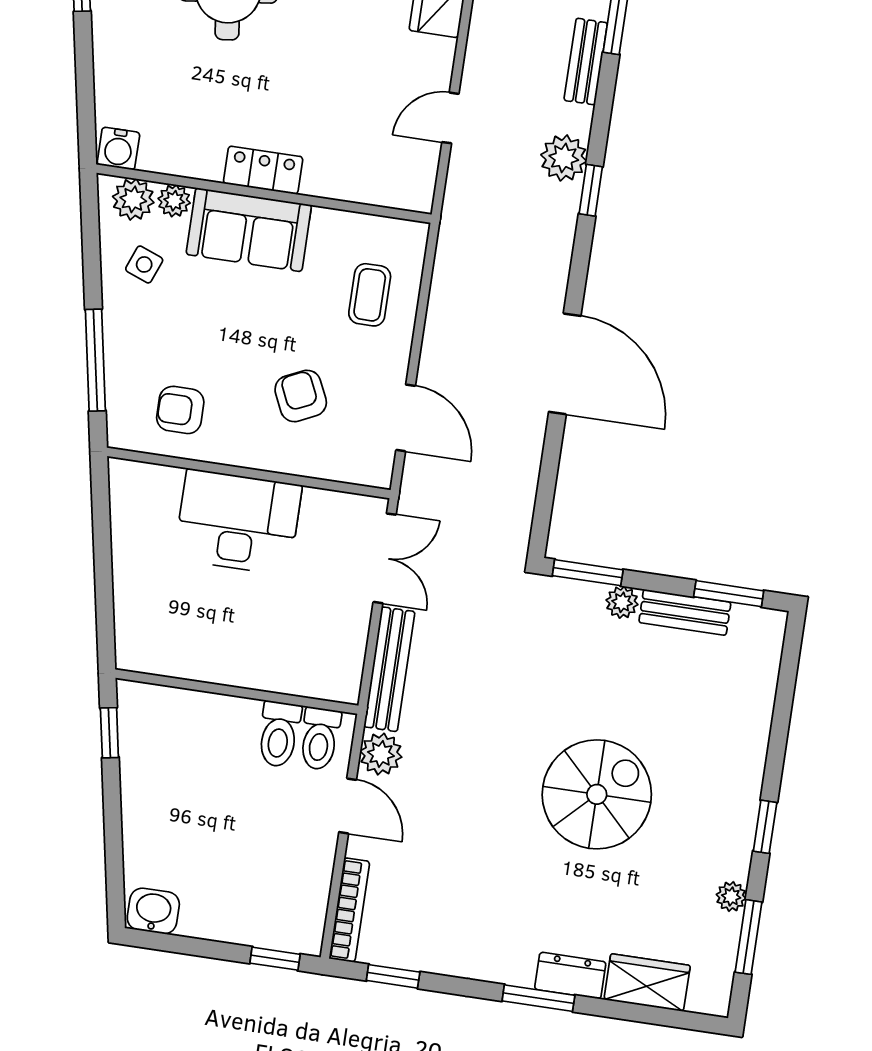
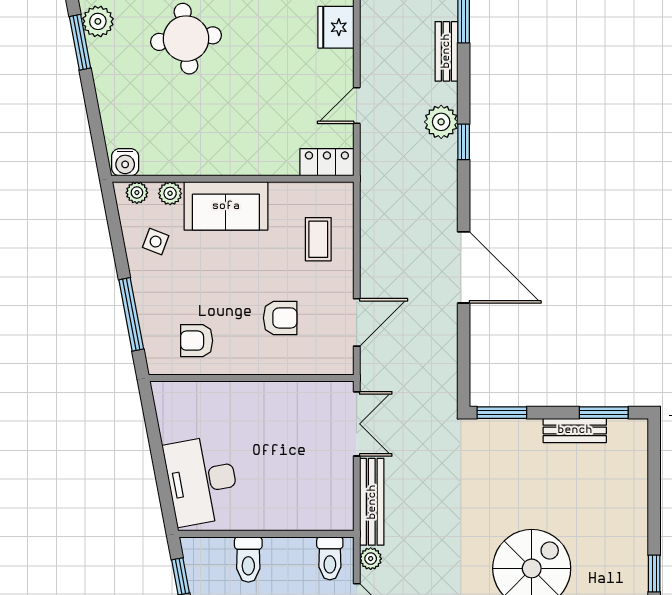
locker: (263, 170) -> (327, 162), moved
plant: (133, 199) -> (137, 193), width x0.73, depth x0.73
armchair: (301, 396) -> (280, 318), turned 115
door: (406, 418) -> (357, 322), hinge flipped
desk: (238, 522) -> (202, 481), moved, turned -101
plant: (622, 602) -> (529, 430), removed
toilet: (279, 734) -> (248, 559), moved
plant: (381, 754) -> (371, 559), width x0.73, depth x0.73

